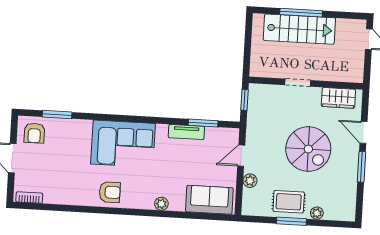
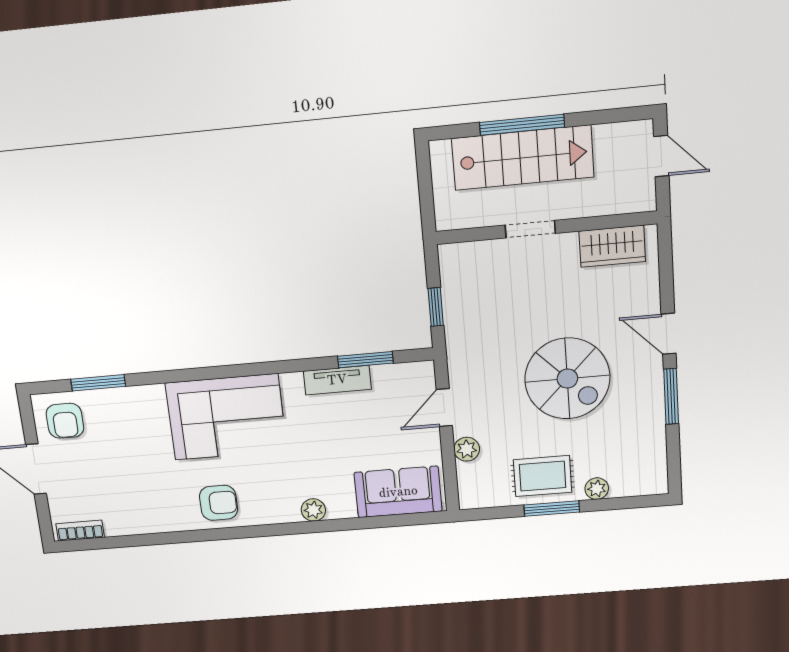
doorway: (298, 83) -> (530, 229), moved
wall: (306, 83) -> (546, 228), moved
wardrobe: (338, 98) -> (612, 246), moved

